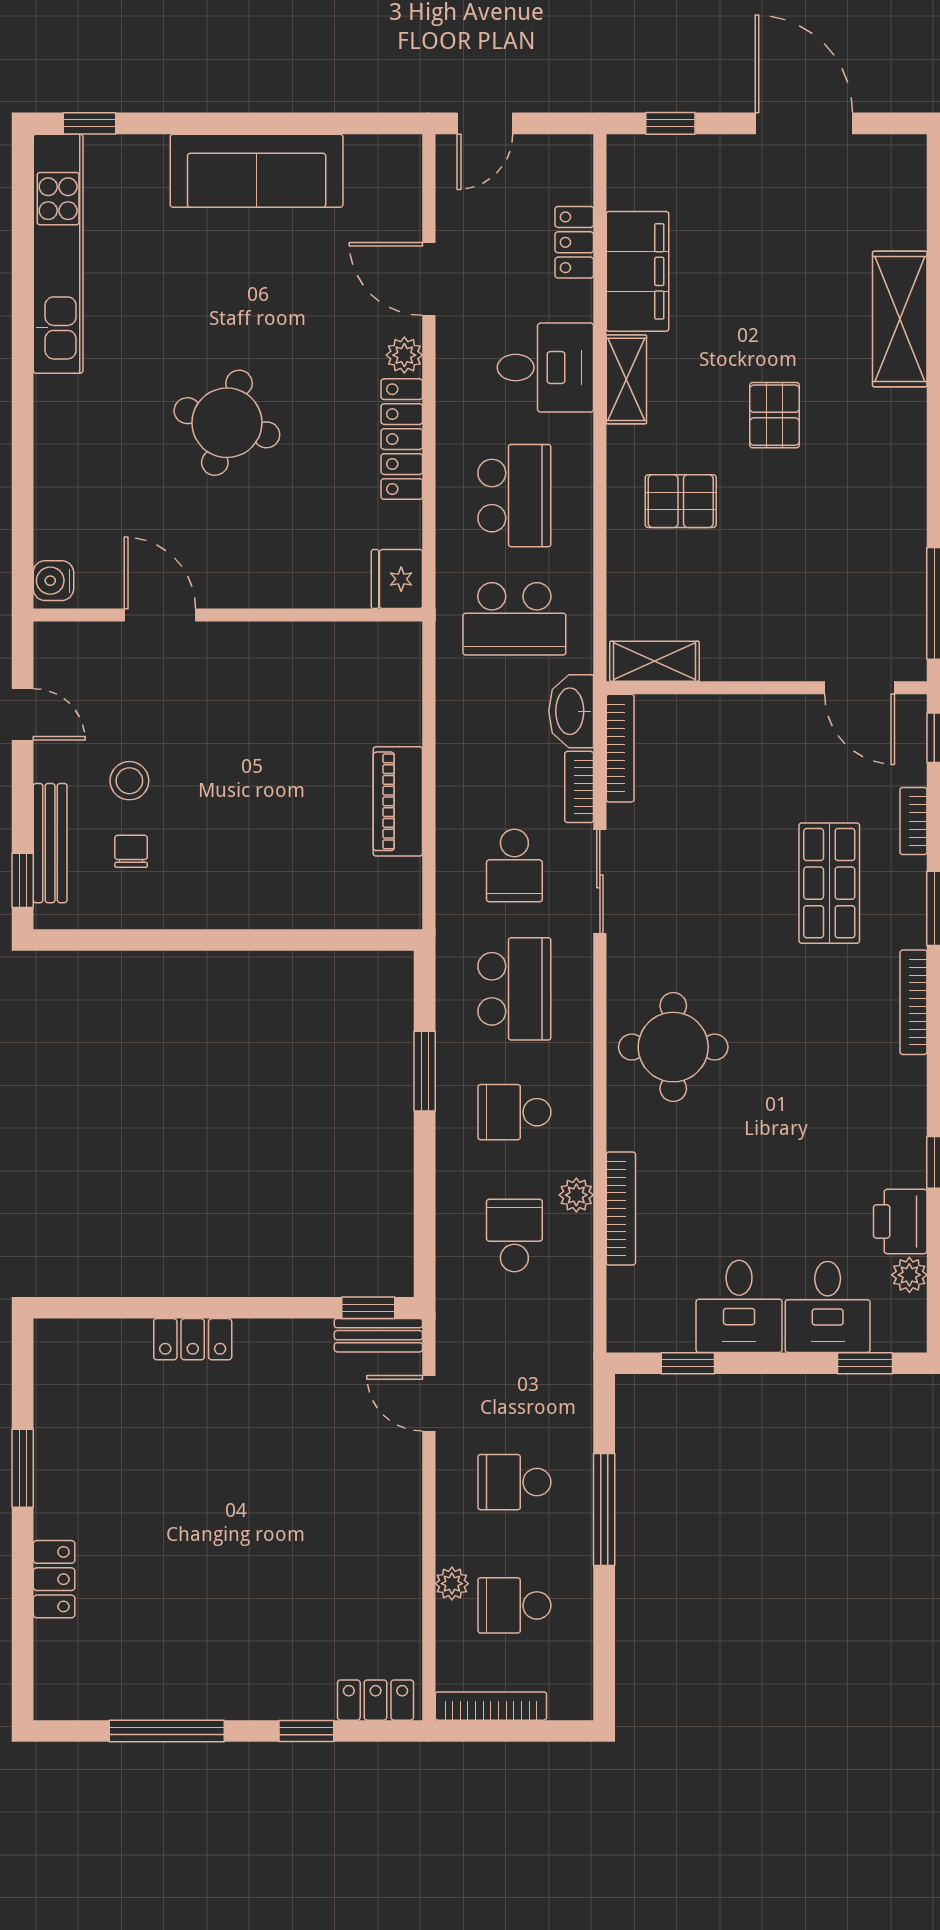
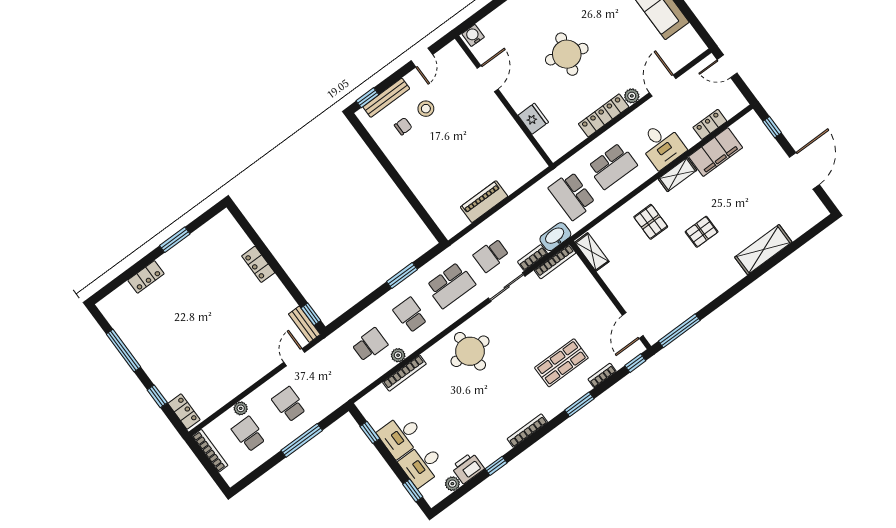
fridge: (397, 579) -> (533, 119), moved, turned 90
bookcase: (914, 1002) -> (527, 431), moved

